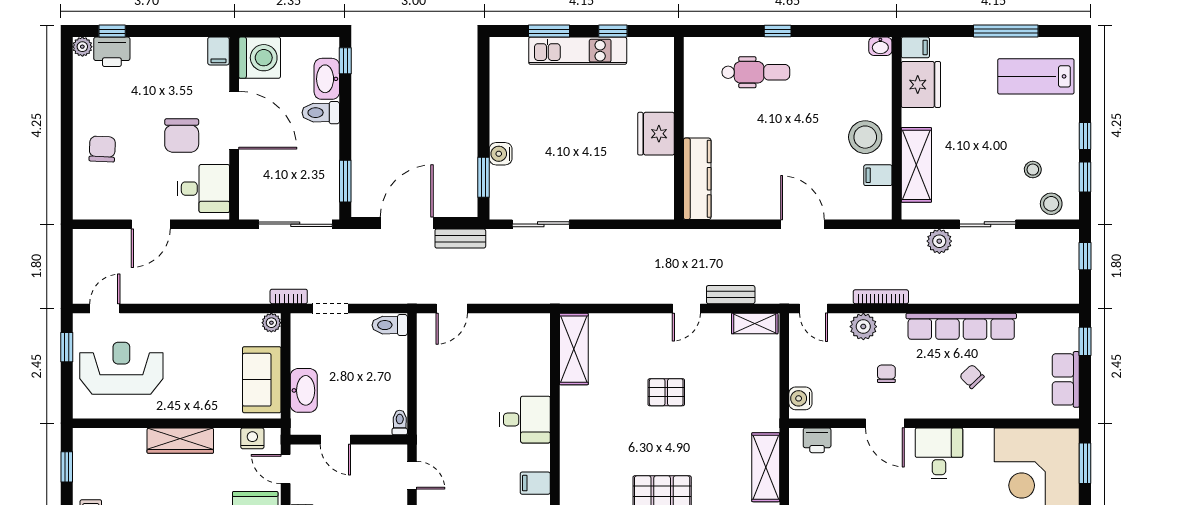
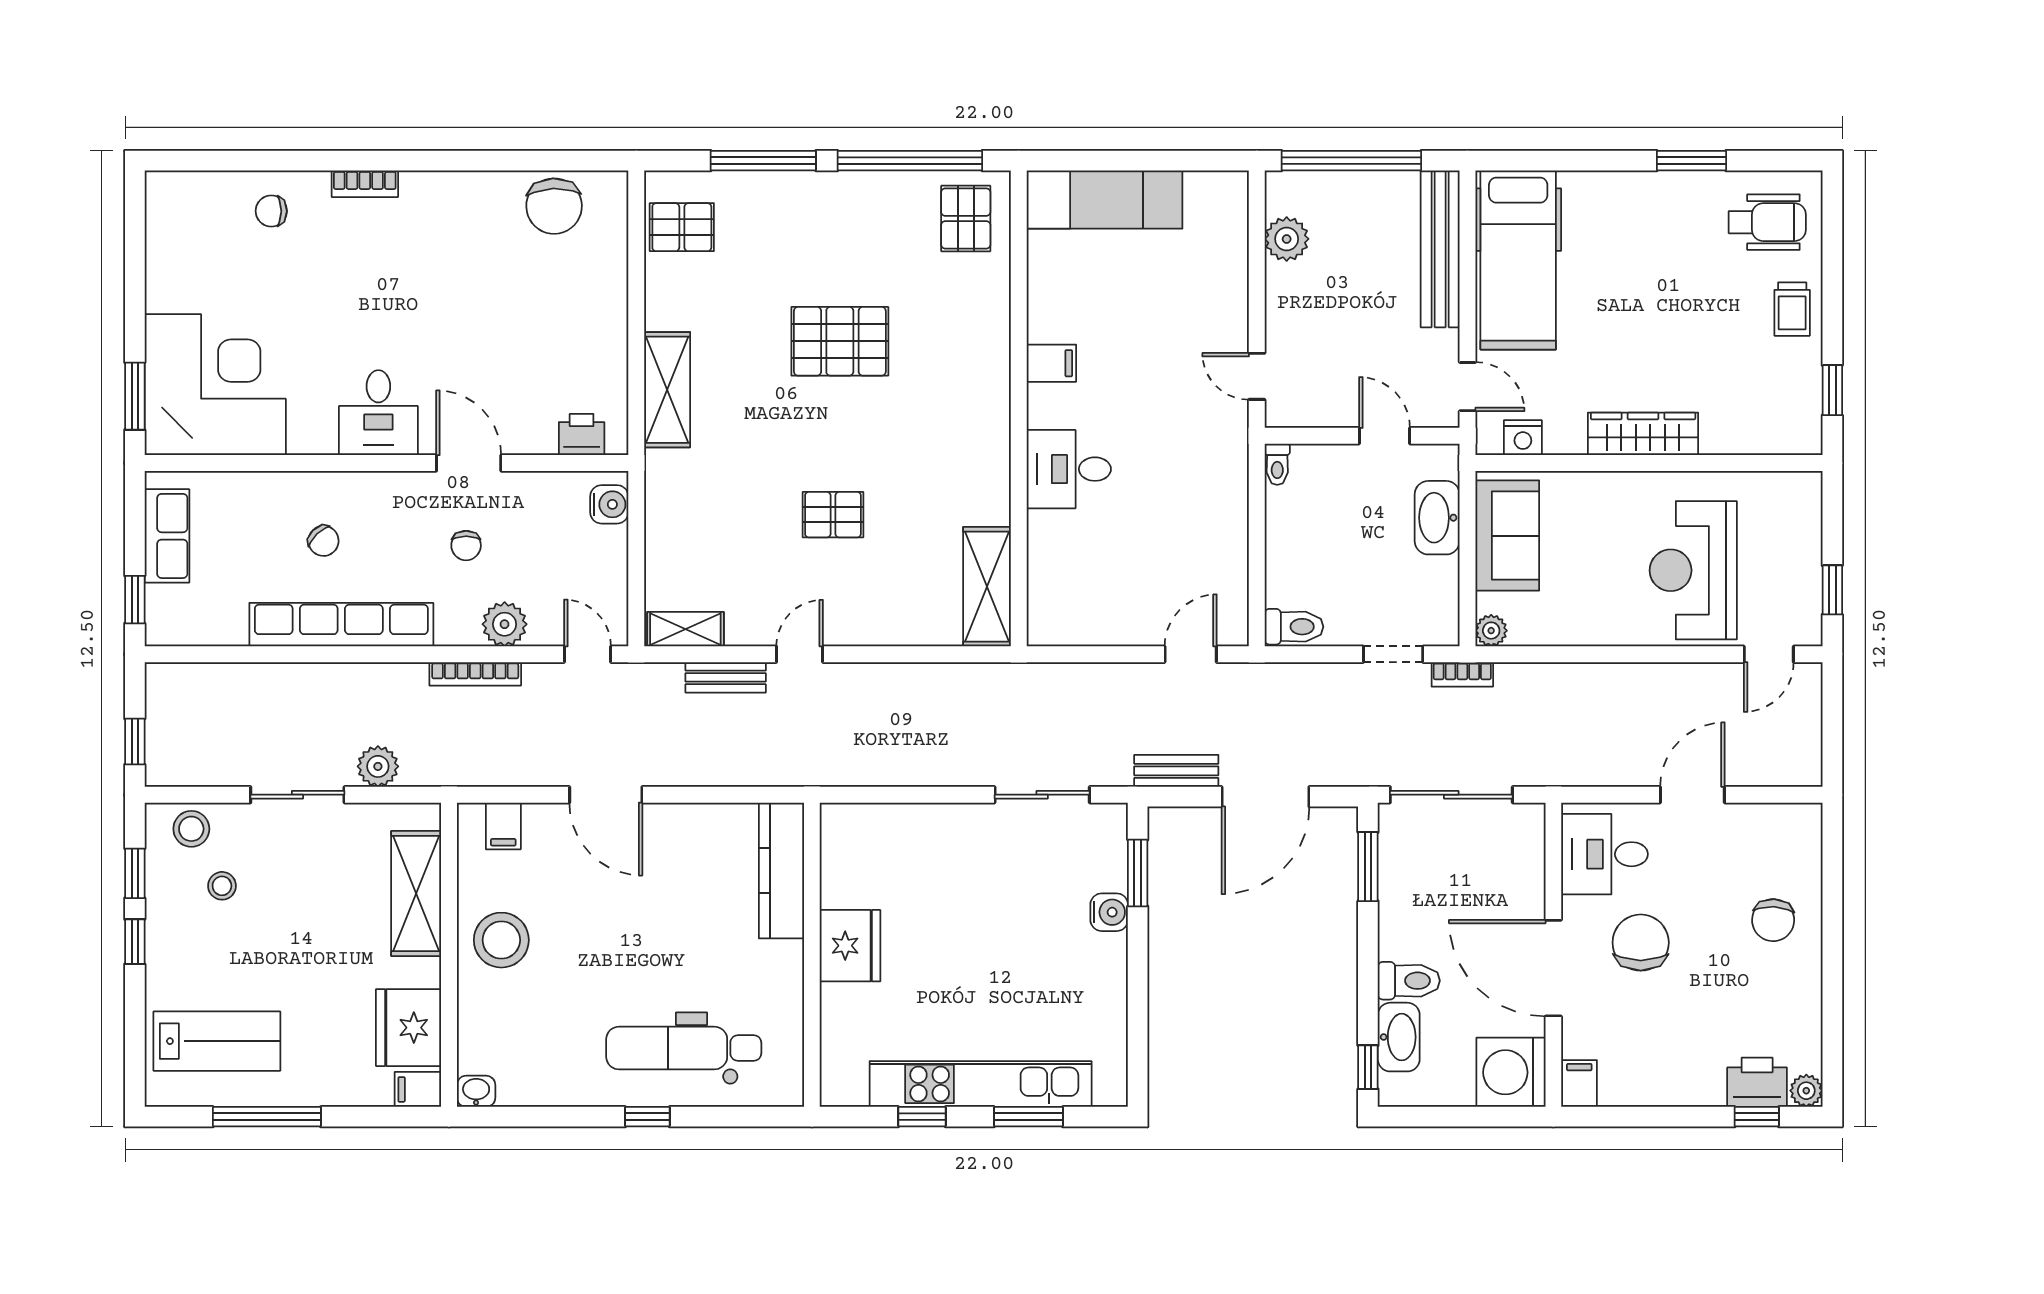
kitchen unit: (578, 51) -> (981, 1084), width x1.36
dental chair: (756, 72) -> (684, 1048), width x1.36, depth x1.38
filing cabinet: (878, 175) -> (503, 826), moved, turned 90
reception desk: (121, 368) -> (1693, 570), moved, turned 90

